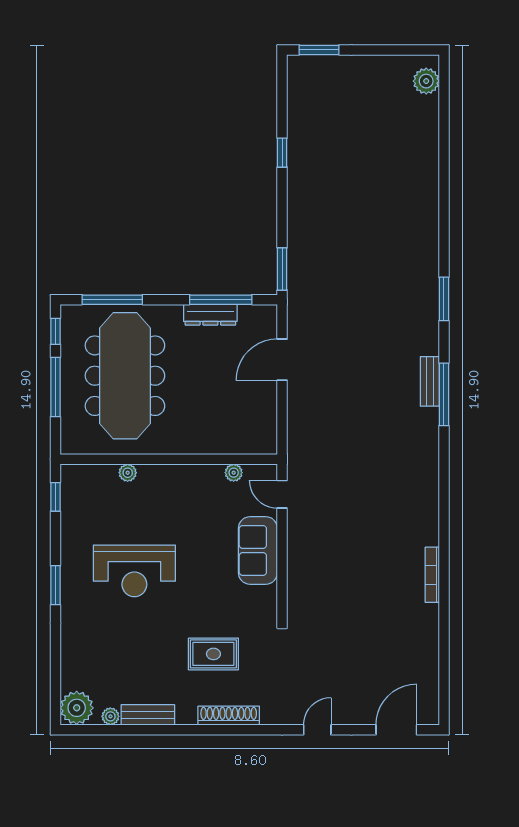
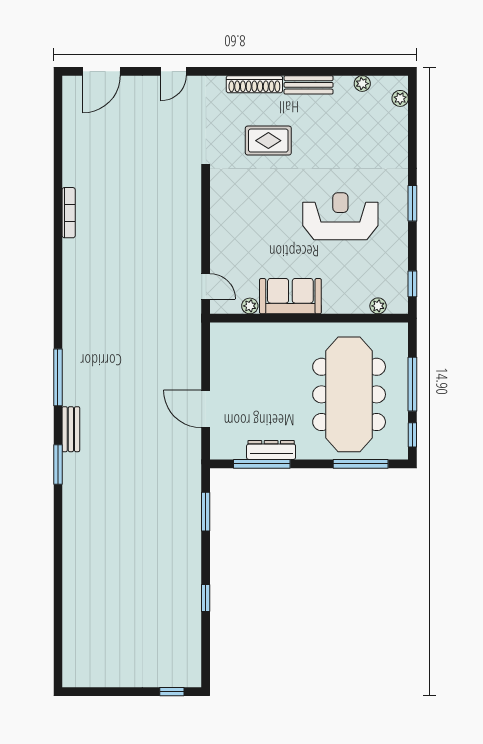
window: (319, 50) -> (172, 692), width x0.67
plant: (426, 81) -> (74, 663), removed
window: (282, 269) -> (206, 512), moved
door: (282, 360) -> (206, 409), swing flipped
bench: (430, 381) -> (71, 429), moved
plant: (128, 473) -> (378, 306), moved
sofa: (258, 550) -> (290, 296), moved, turned -90
plant: (77, 708) -> (400, 98), width x0.53, depth x0.53
bench: (148, 715) -> (309, 85), moved

